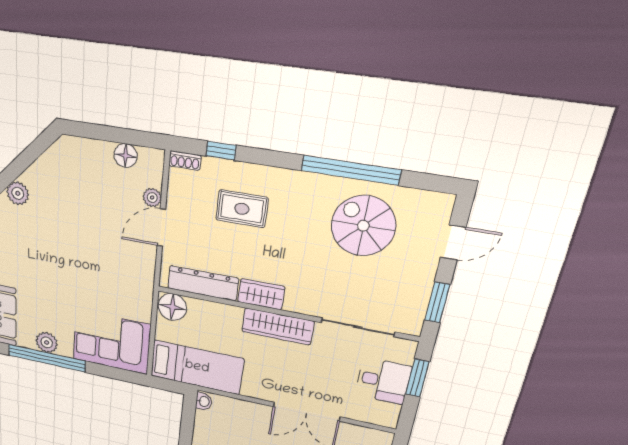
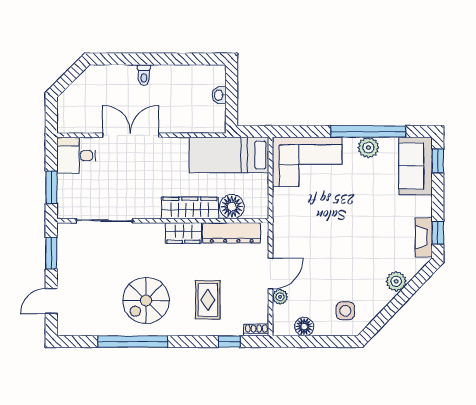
side table: (76, 168) -> (345, 311), added
rug: (242, 209) -> (208, 300), turned 90
spiral stairs: (363, 226) -> (146, 300), moved, turned 90
floor lamp: (172, 307) -> (232, 207), moved
wardrobe: (278, 326) -> (190, 208), moved
desk: (383, 381) -> (76, 156), moved
washbasin: (204, 401) -> (219, 95), moved

